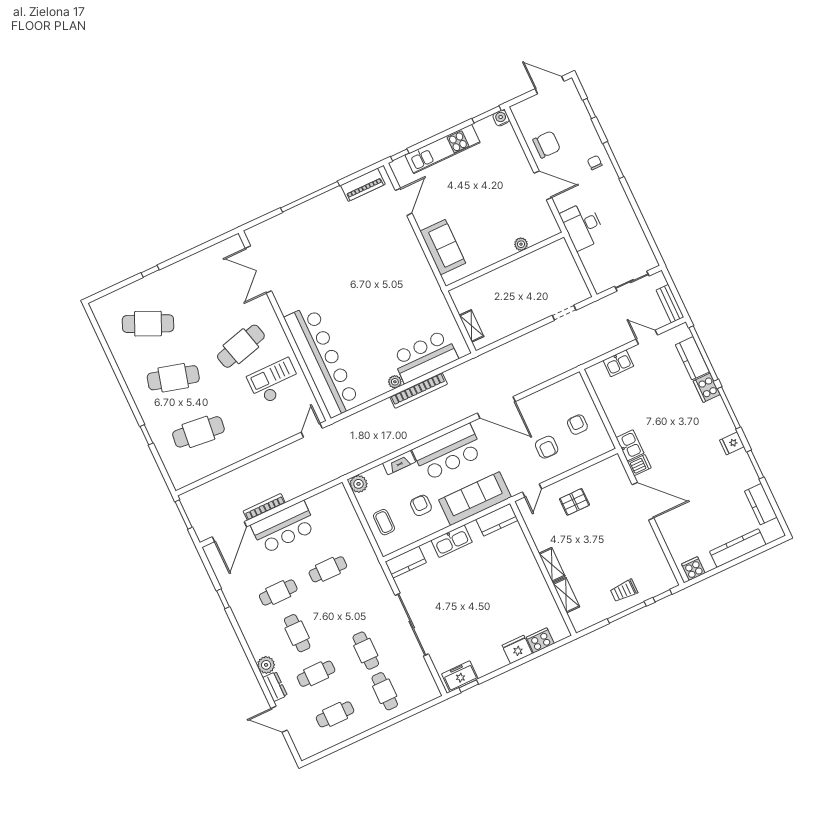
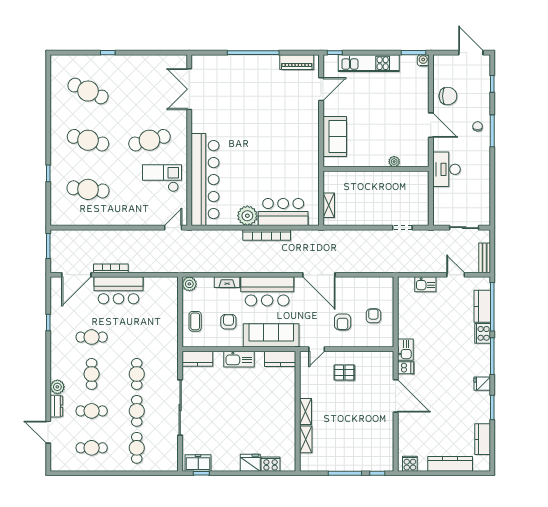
plant: (395, 382) -> (247, 216), width x1.87, depth x1.87
cafe table: (328, 569) -> (137, 374), moved, turned 90
trolley: (624, 591) -> (350, 456), removed

